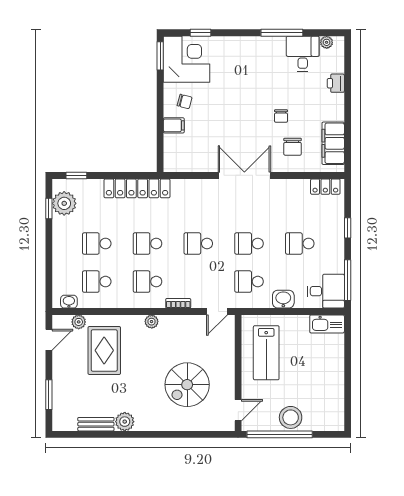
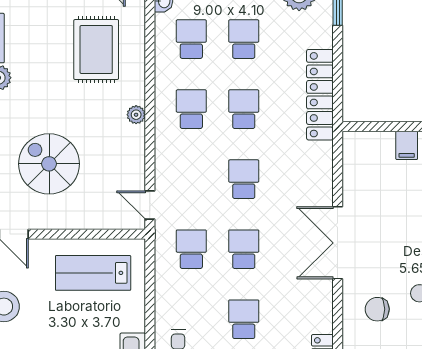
double door: (244, 175) -> (338, 243), swing flipped
washbasin: (283, 299) -> (167, 296), removed
bookcase: (178, 303) -> (161, 152), removed
plant: (79, 322) -> (136, 14), removed
rug: (104, 350) -> (96, 50), turned 90

